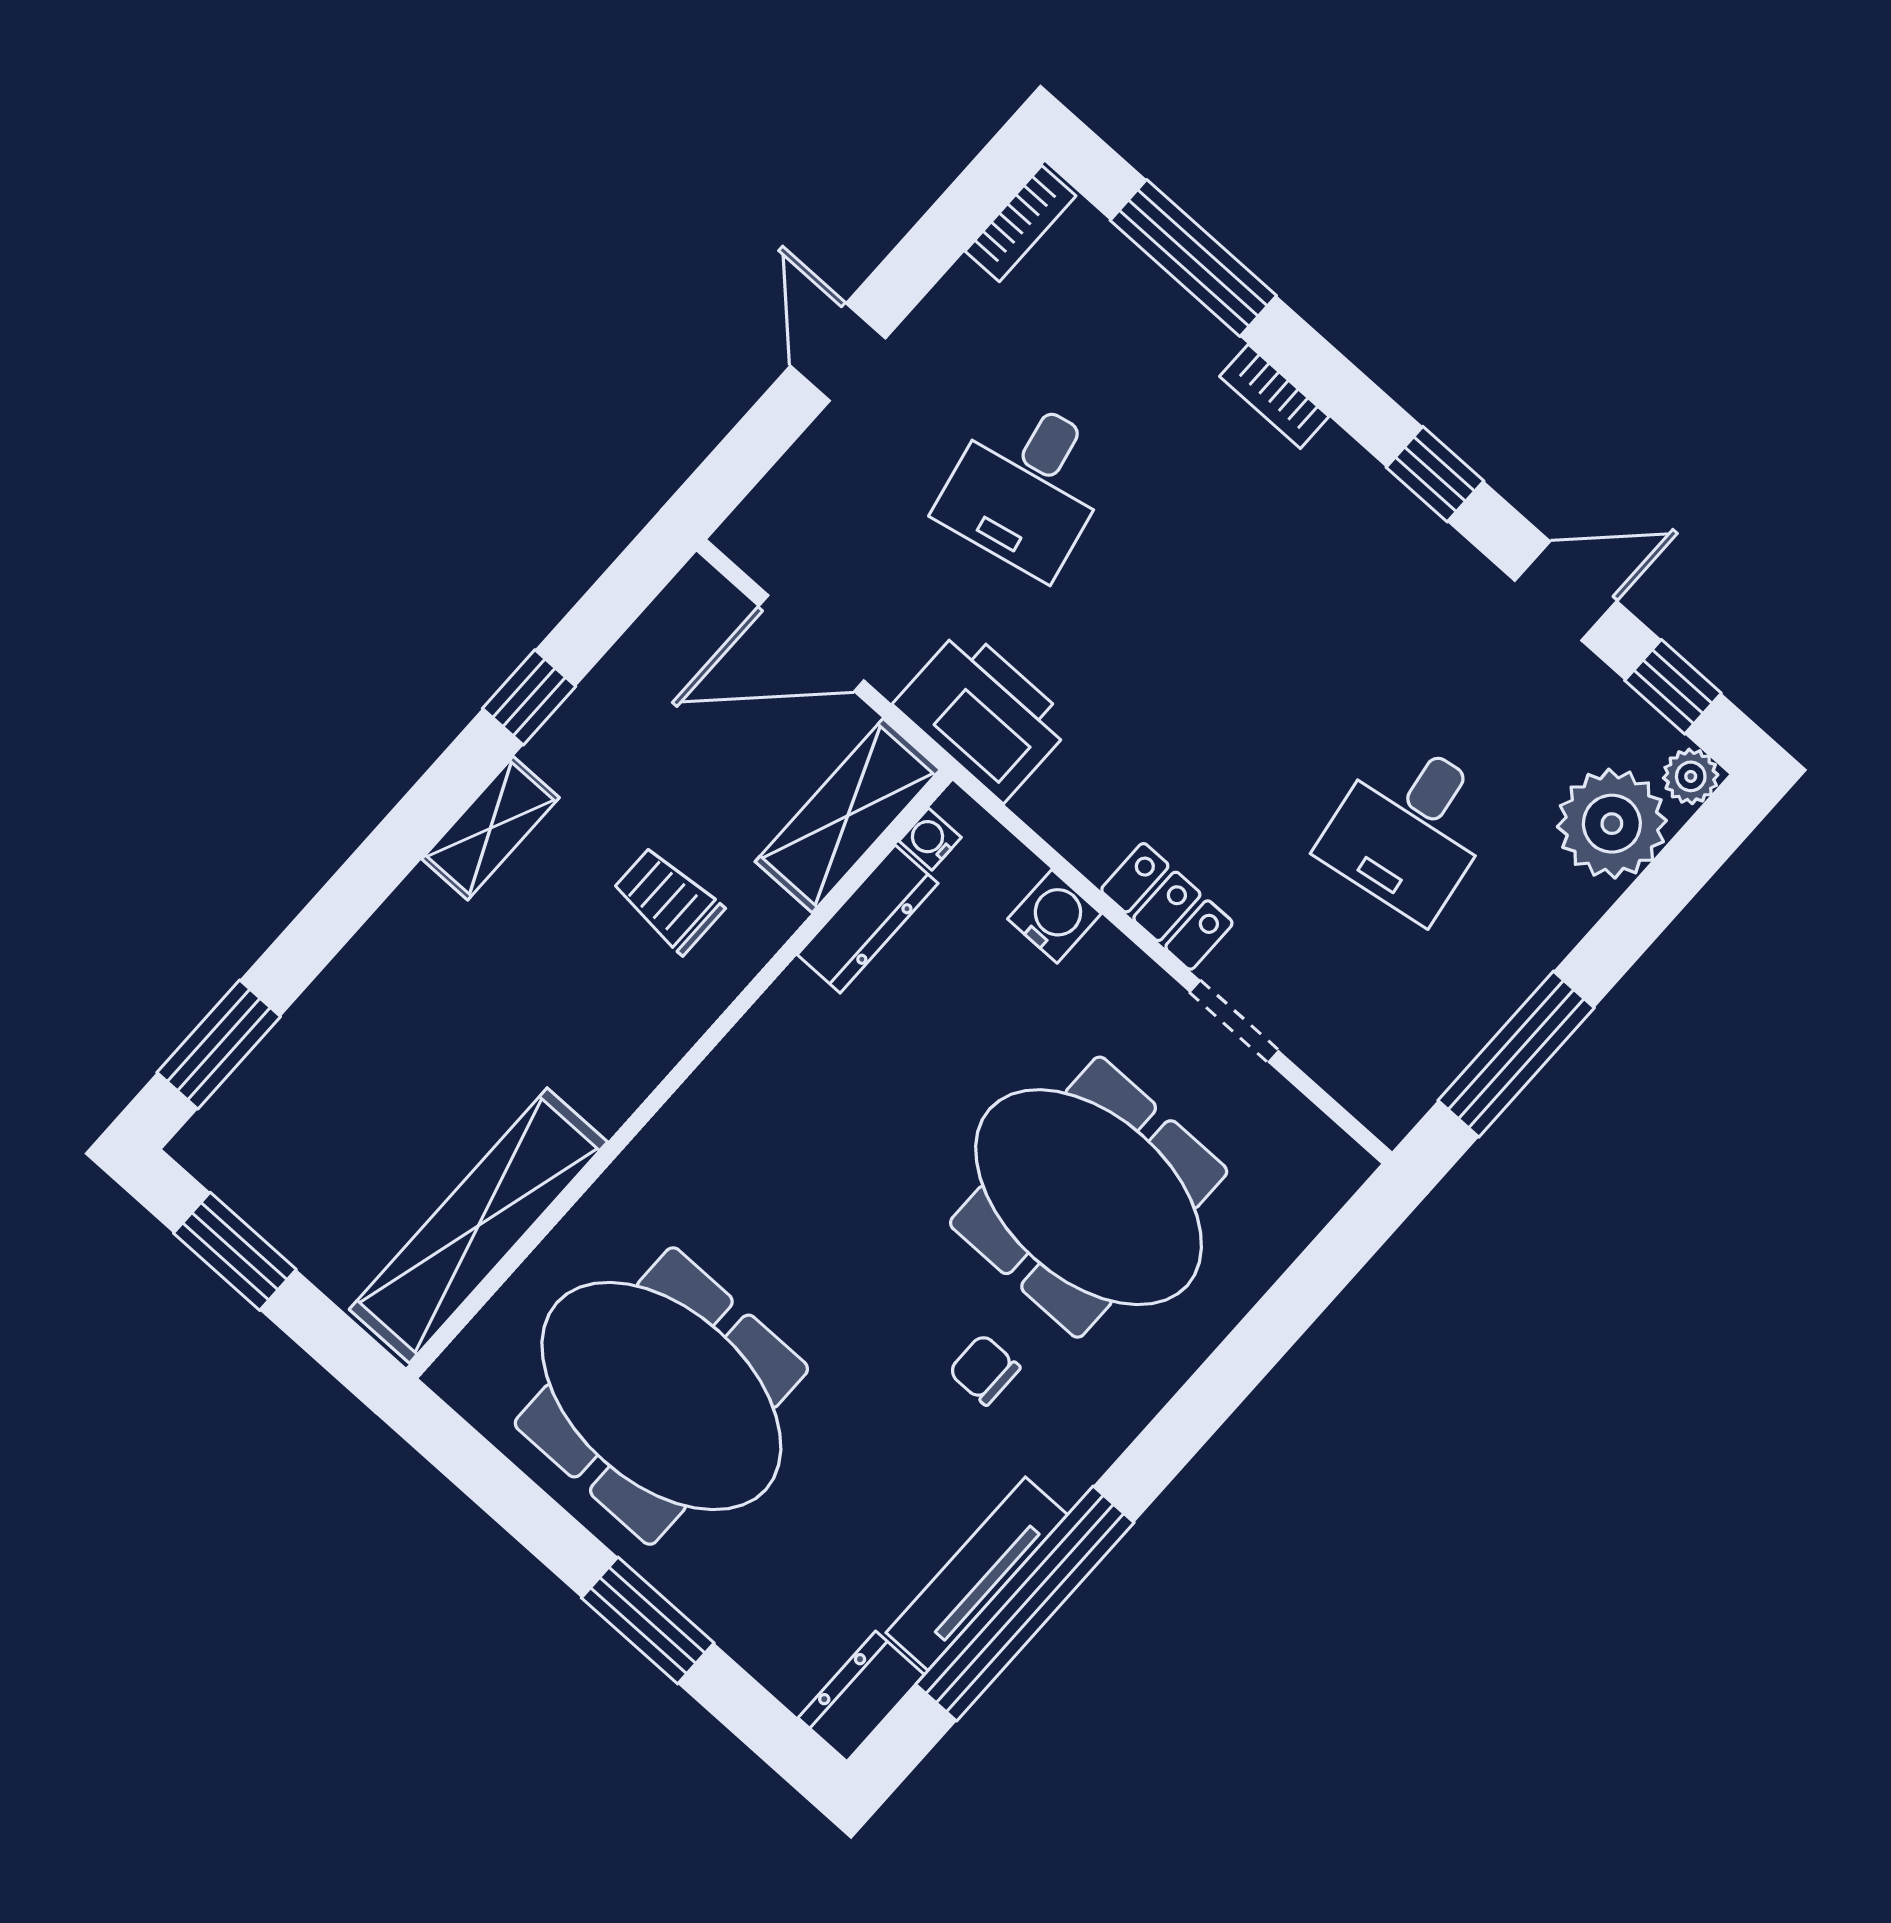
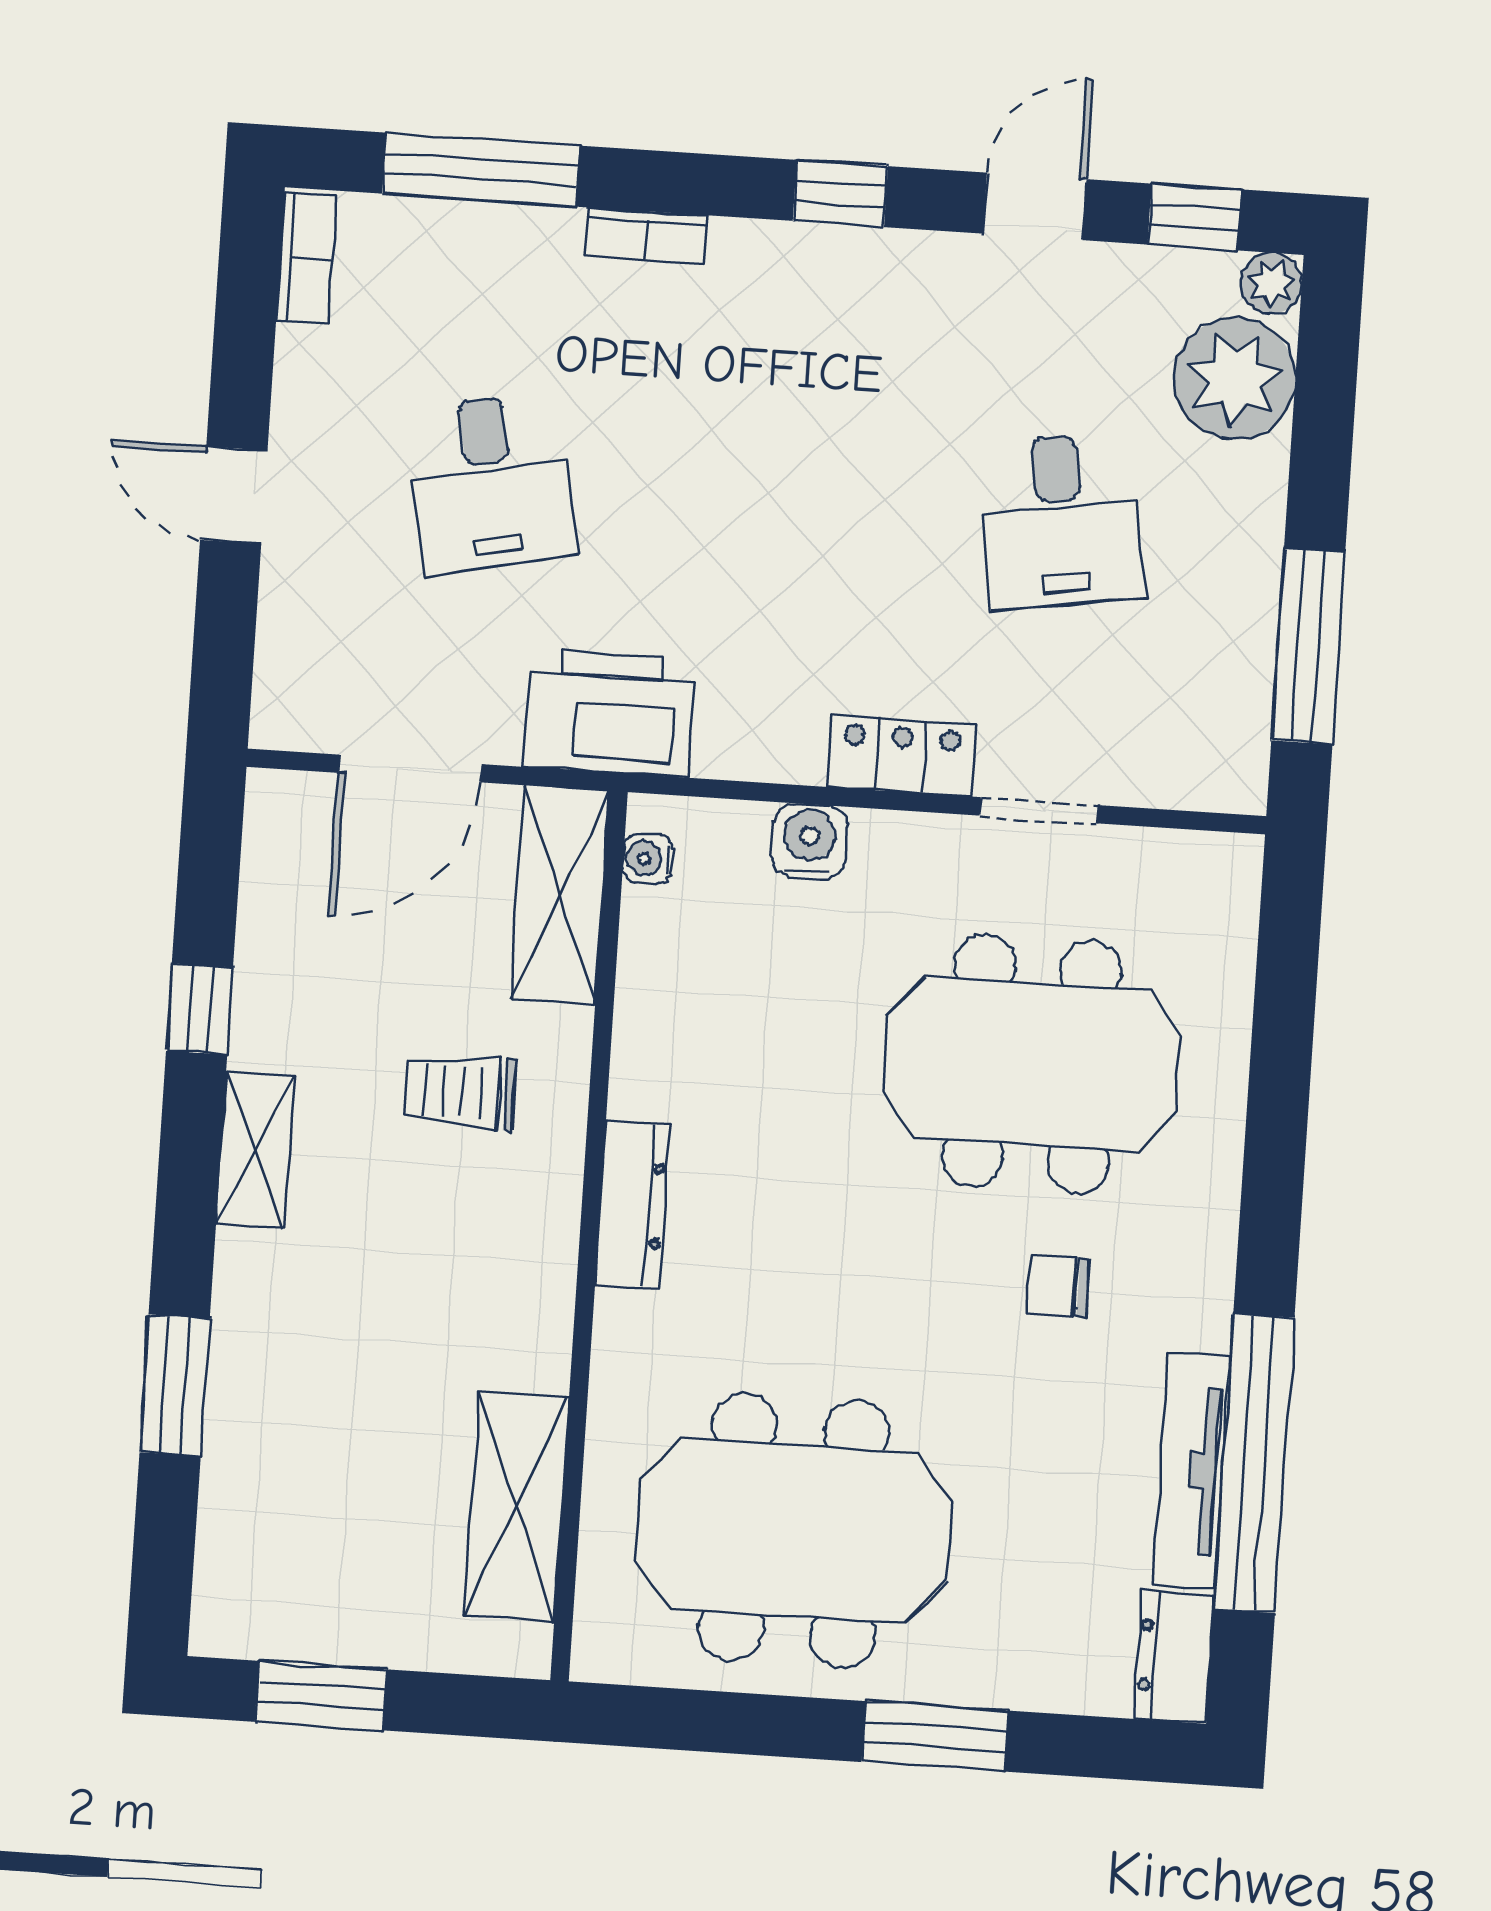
dresser: (868, 919) -> (632, 1205), moved
window: (219, 1045) -> (175, 1385), moved
shelving: (478, 1226) -> (517, 1506), width x0.68

